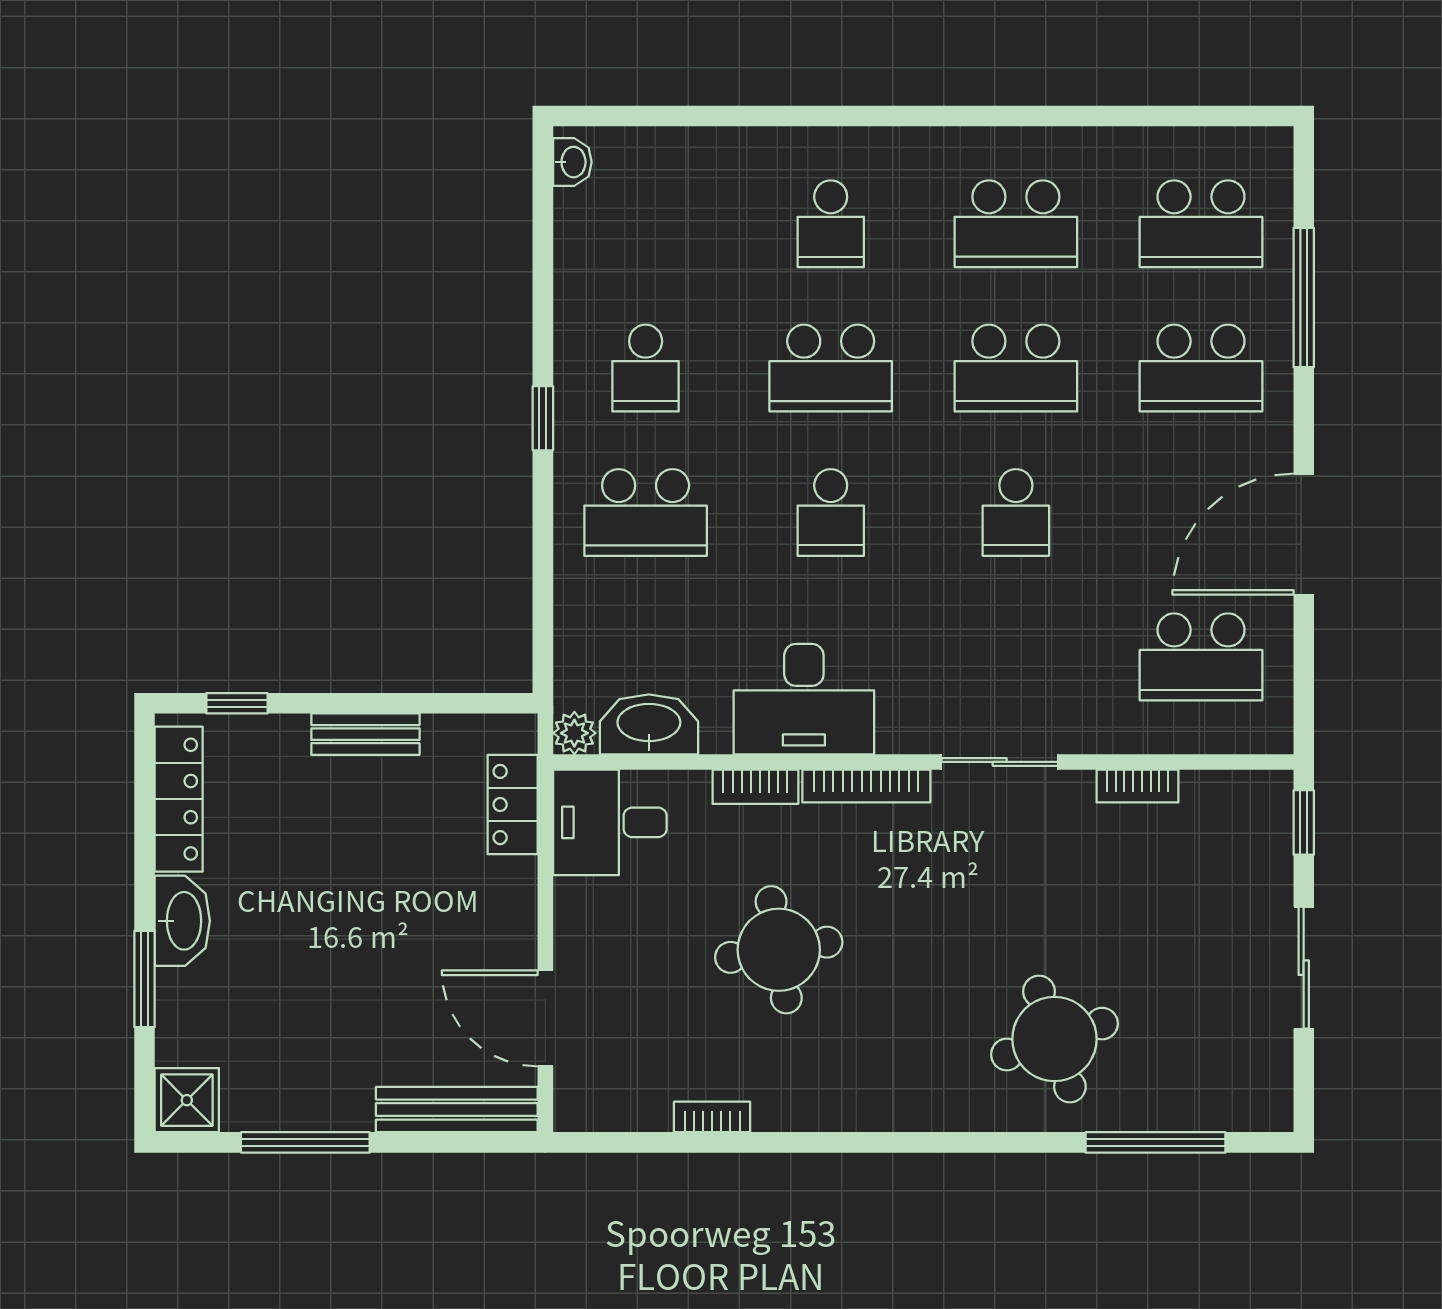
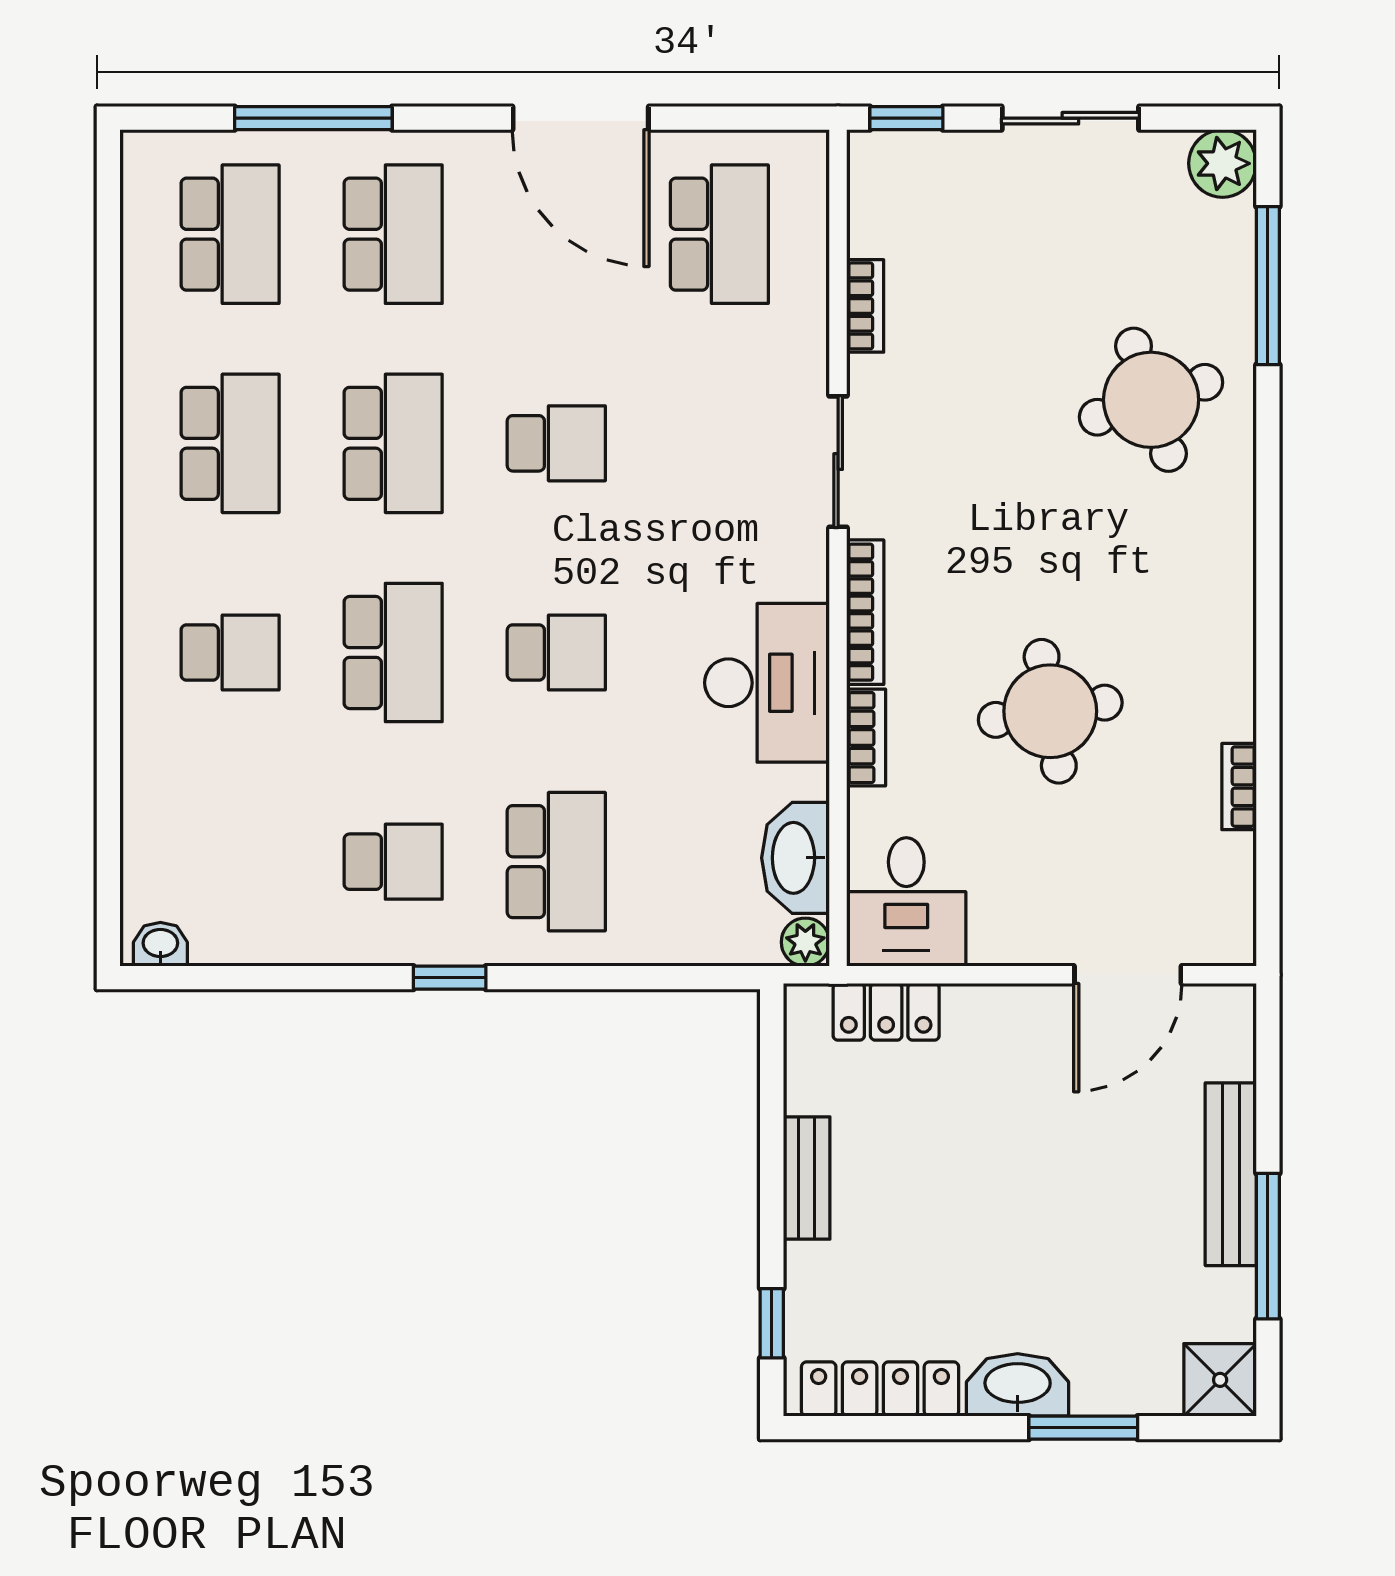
plant: (1264, 1102) -> (1223, 163), added
bench: (457, 1110) -> (1231, 1174), moved

